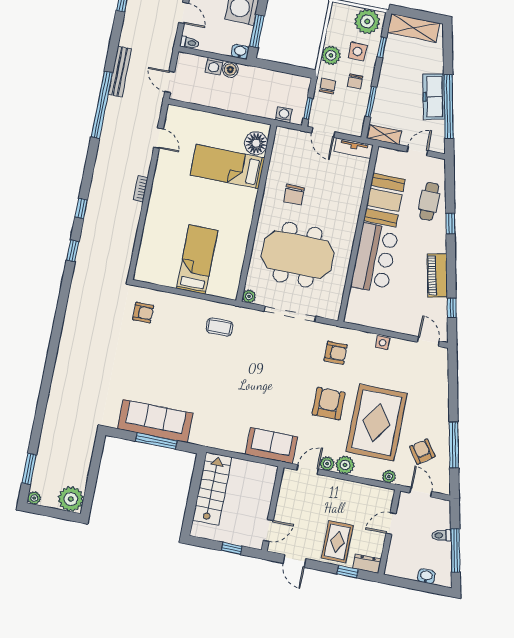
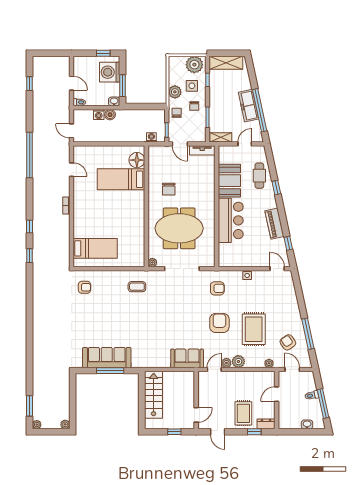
bench: (120, 72) -> (37, 131), removed
bed: (197, 259) -> (95, 248), moved, turned 90
rug: (377, 423) -> (254, 329), width x0.73, depth x0.69
plant: (71, 499) -> (65, 424), width x0.53, depth x0.53

